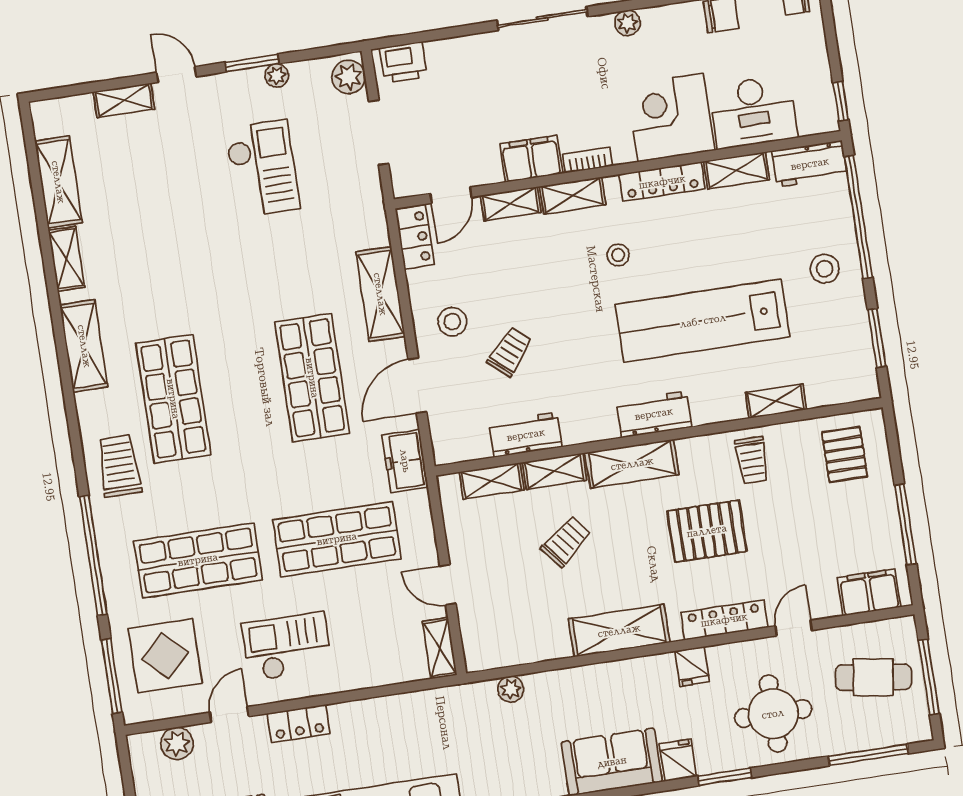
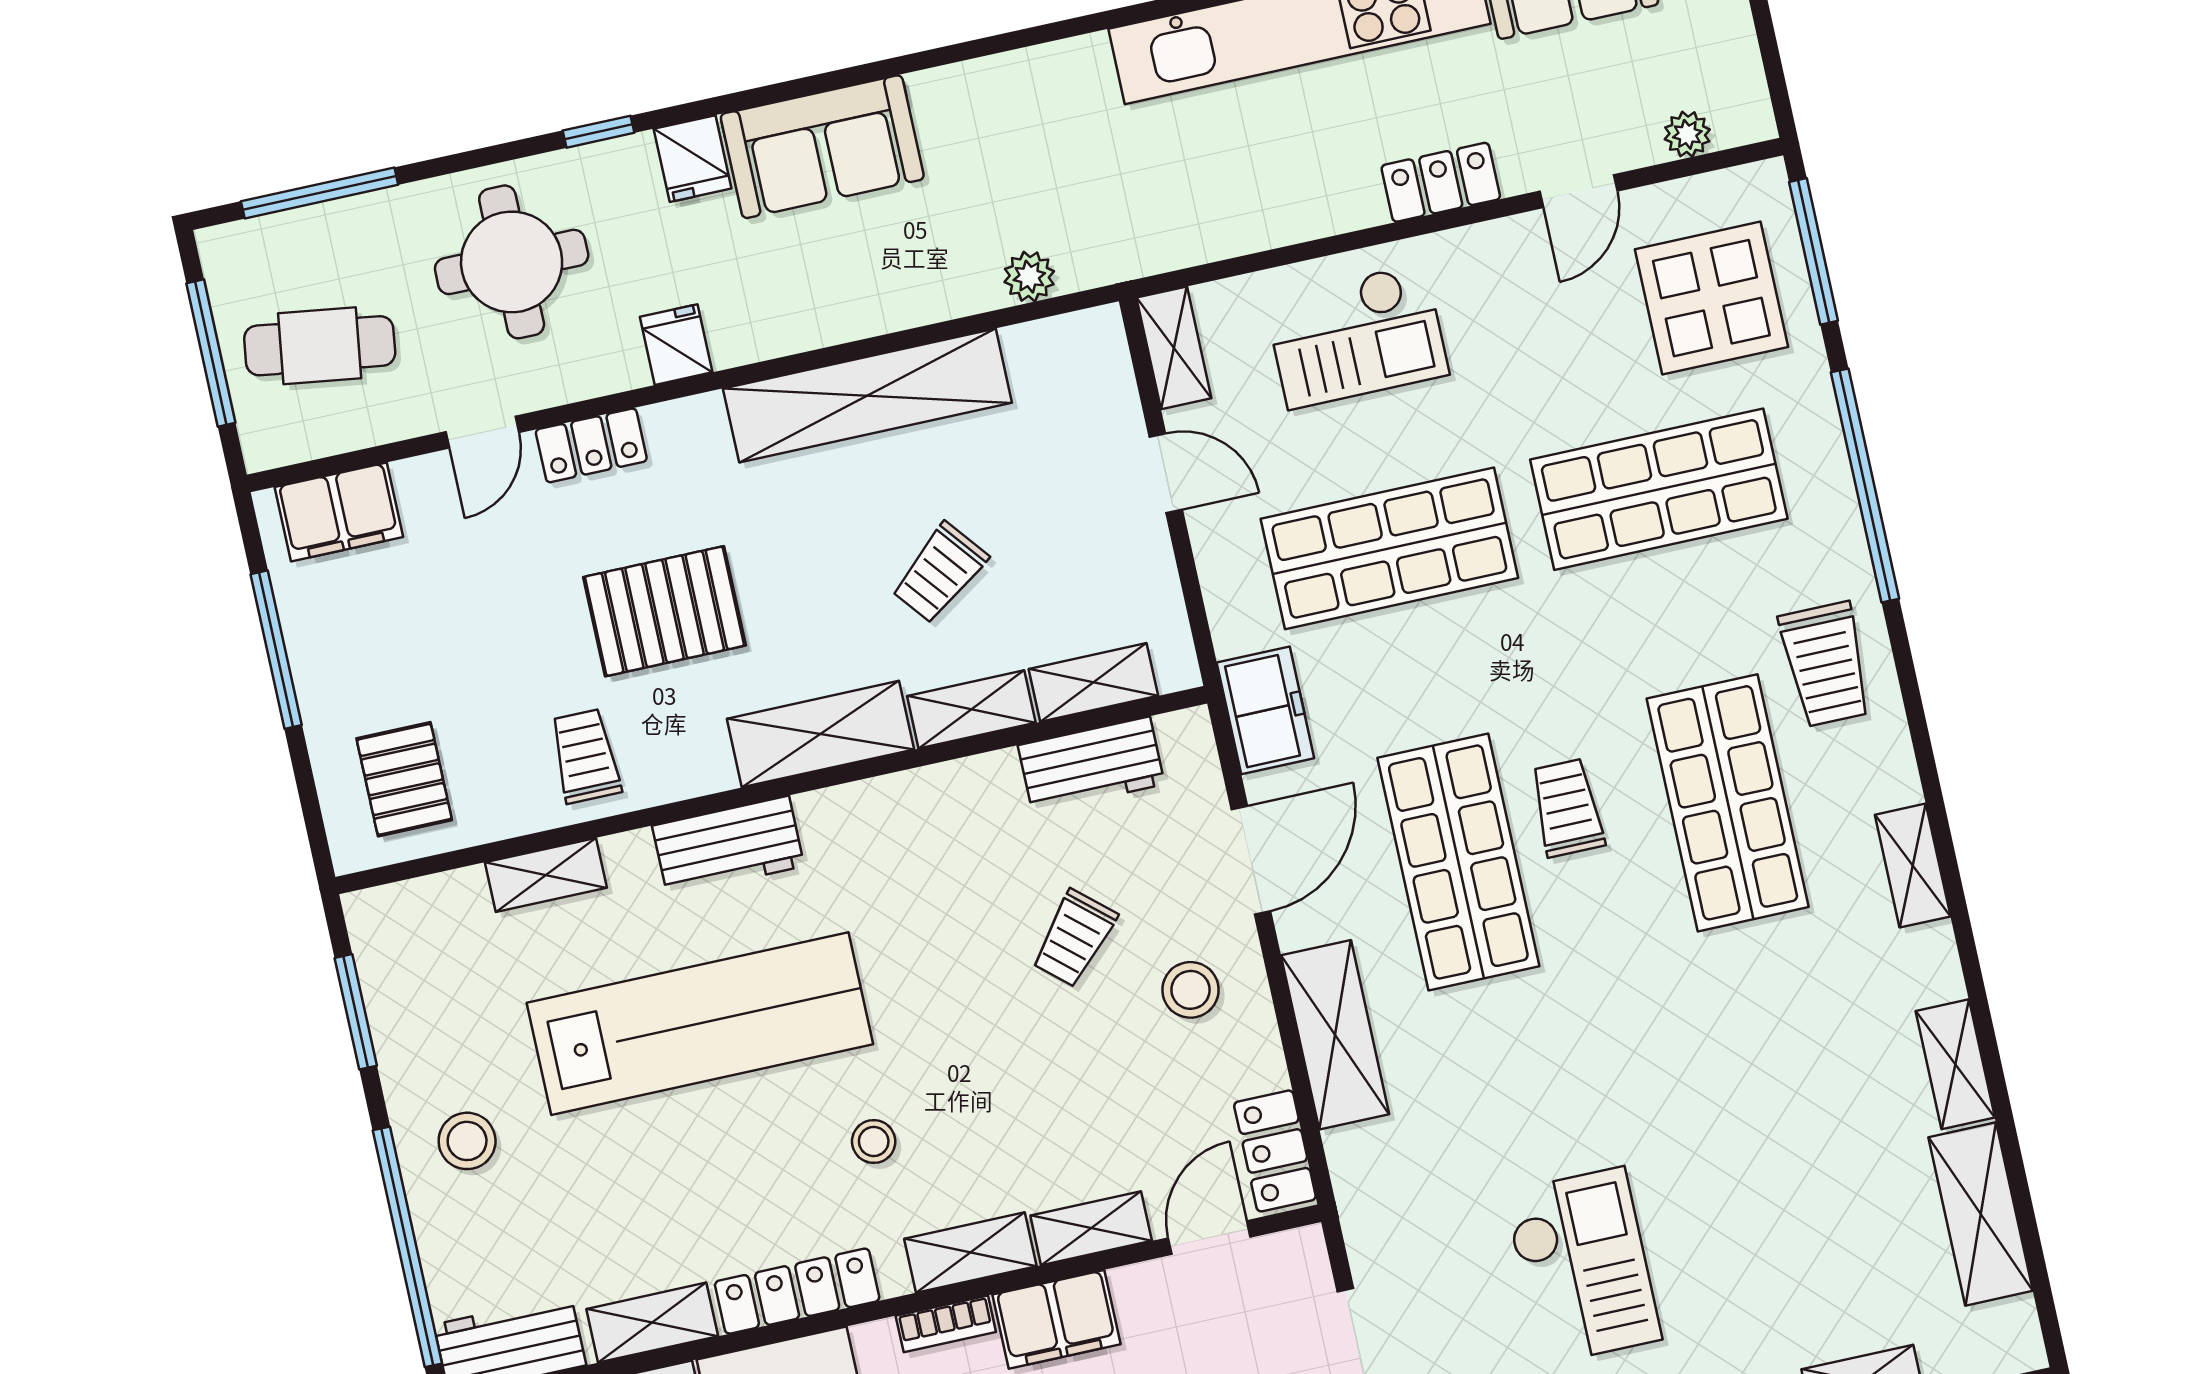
checkout: (262, 169) -> (1582, 1266), turned 180
shelving: (84, 346) -> (1913, 866), width x0.67, depth x0.75
trolley: (255, 402) -> (1567, 808), added
workbench: (654, 414) -> (728, 846), moved
workbench: (526, 435) -> (1091, 765), moved
locker: (724, 620) -> (591, 445), width x0.66
shelving: (619, 631) -> (867, 396), width x1.47
checkout: (287, 647) -> (1357, 336), moved
plant: (177, 743) -> (1687, 134), width x0.73, depth x0.73
window: (725, 777) -> (599, 132), width x0.67

